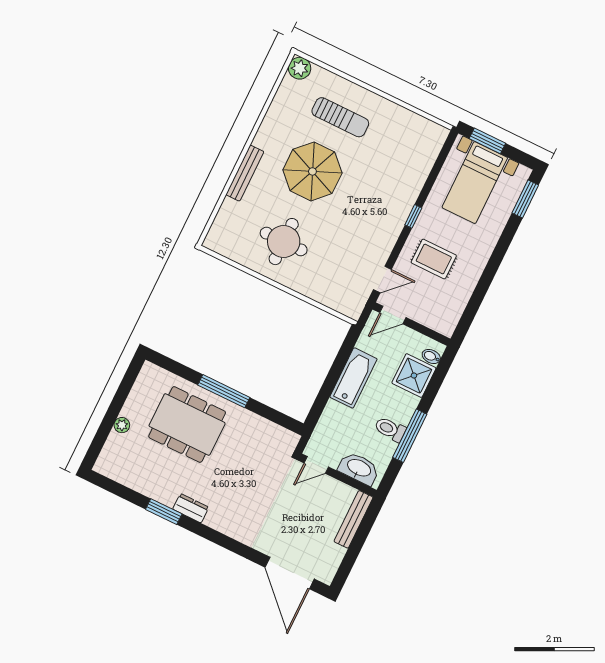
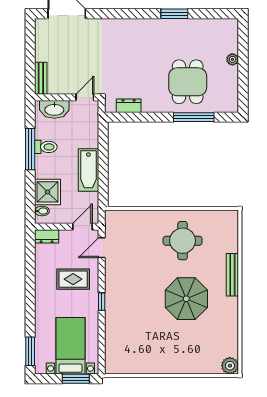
sun lounger: (340, 117) -> (185, 346), removed
dresser: (440, 324) -> (47, 236), added
window: (224, 391) -> (194, 117), moved
dining table: (187, 424) -> (188, 82), width x0.73
dresser: (191, 508) -> (129, 106), moved, turned 180
bench: (353, 519) -> (41, 78), width x0.73

